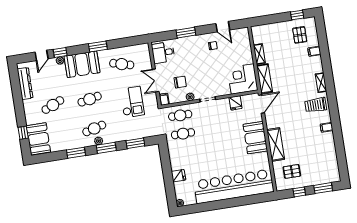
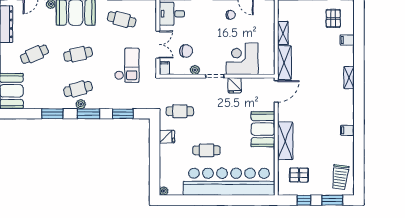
corner desk: (243, 79) -> (242, 59), moved
double door: (156, 80) -> (158, 45), swing flipped
fridge: (235, 103) -> (235, 85), moved
trolley: (316, 105) -> (340, 177), moved, turned -83
cafe table: (180, 115) -> (207, 150), moved
fridge: (178, 176) -> (167, 137), moved

